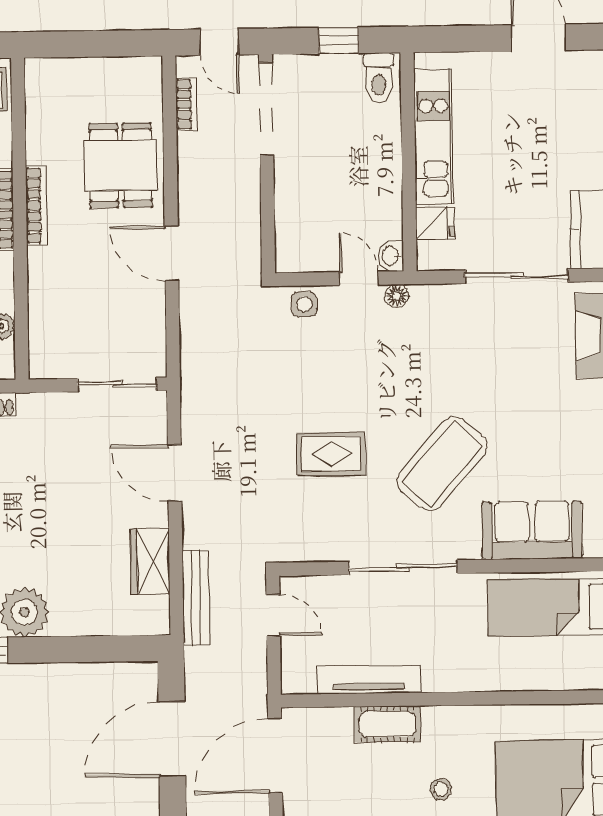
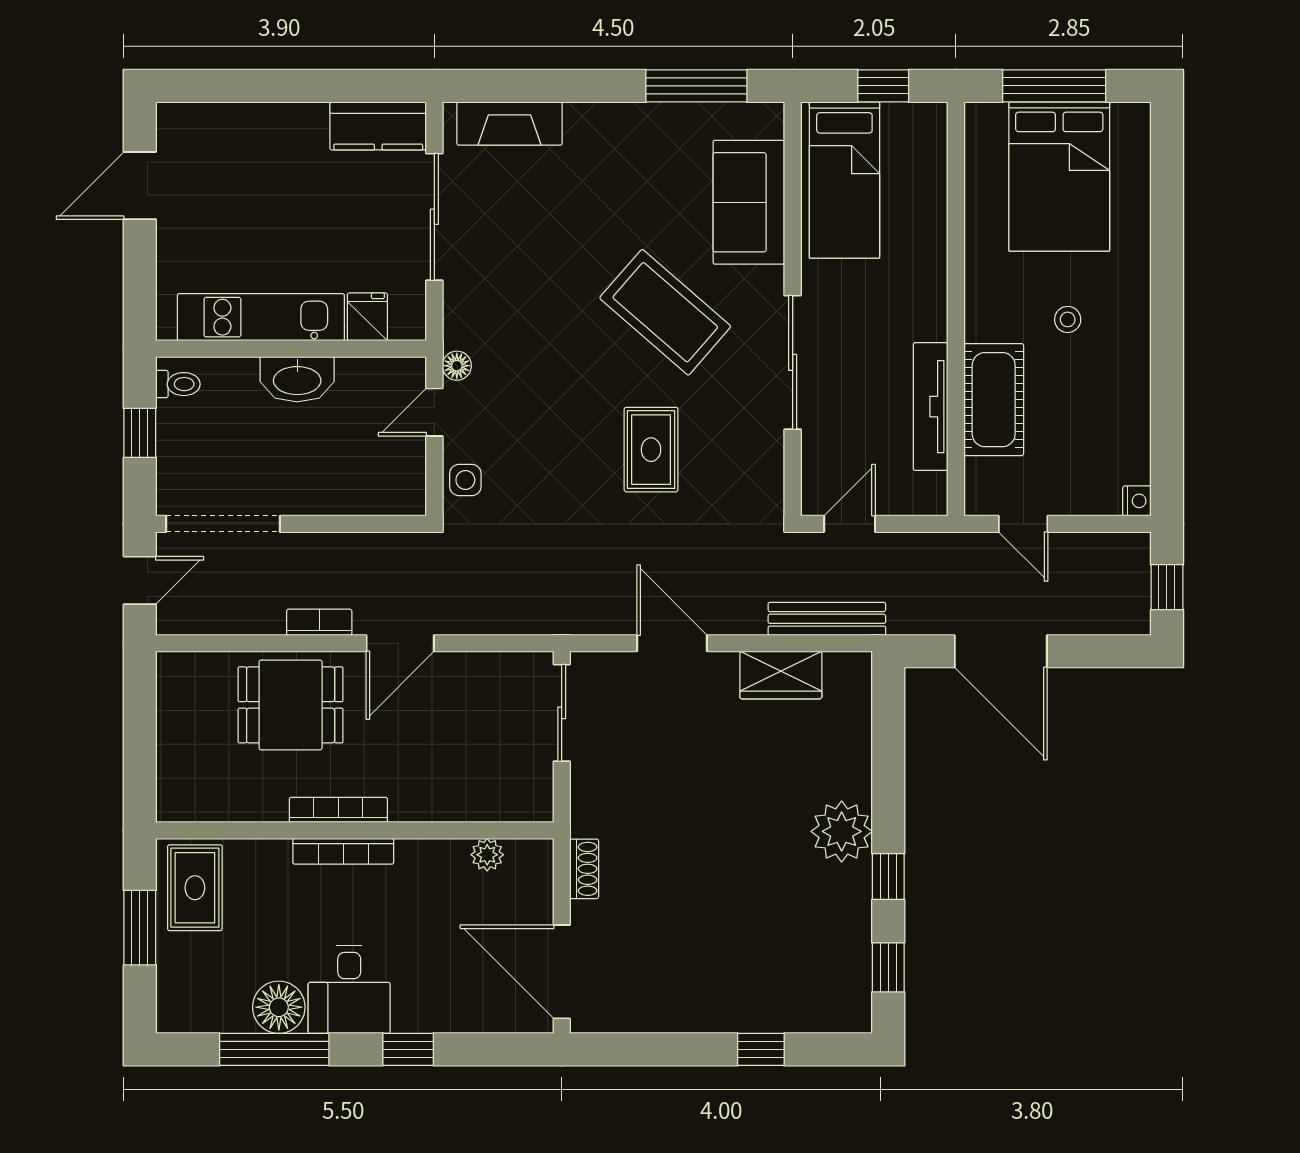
toilet: (379, 78) -> (178, 384), width x0.73, depth x0.72
bookcase: (186, 104) -> (319, 622), moved
washbasin: (391, 256) -> (297, 379), moved, width x1.91, depth x1.45
door: (175, 473) -> (672, 643), swing flipped
cot: (387, 724) -> (994, 400), width x1.37, depth x1.34
door: (275, 756) -> (1023, 524), width x0.53

